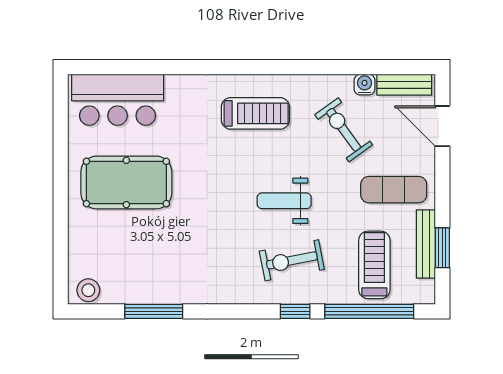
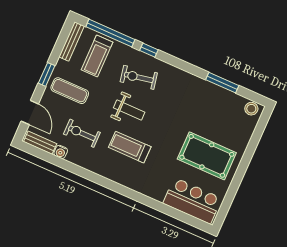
treadmill: (255, 113) -> (130, 147), moved
exercise bike: (344, 130) -> (82, 133), turned 126
bench: (426, 244) -> (72, 41), moved
window: (442, 248) -> (47, 74), moved
exercise bike: (292, 260) -> (139, 77), turned 180

